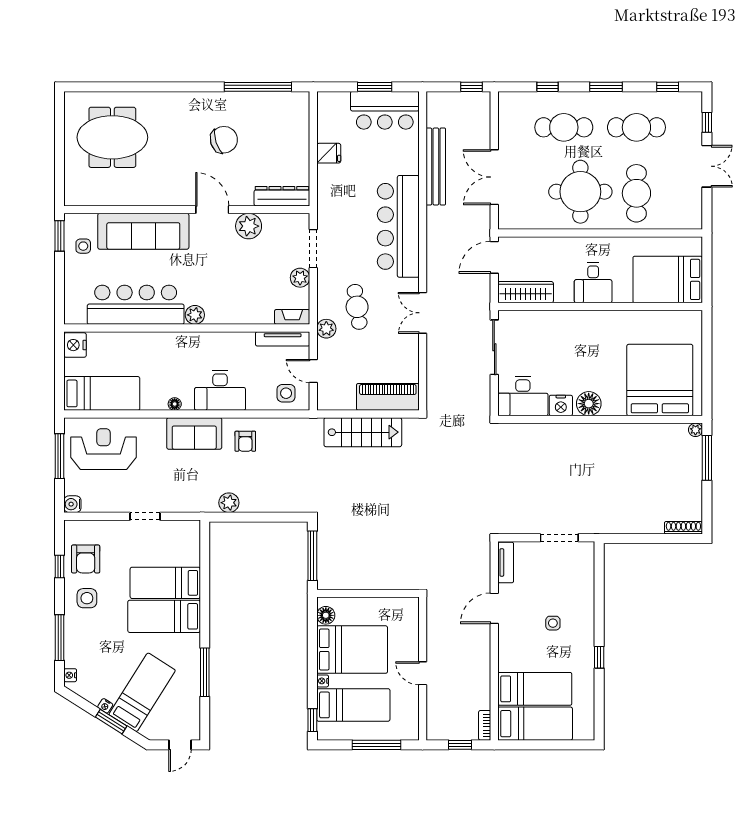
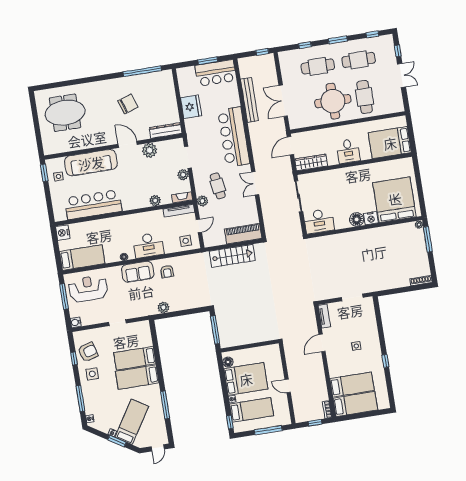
fridge: (329, 153) -> (191, 107), width x1.88, depth x1.34
plant: (195, 315) -> (155, 201), moved
door: (313, 371) -> (199, 226), swing flipped
nightstand: (561, 405) -> (371, 218), moved
armchair: (86, 559) -> (88, 352), turned -106

